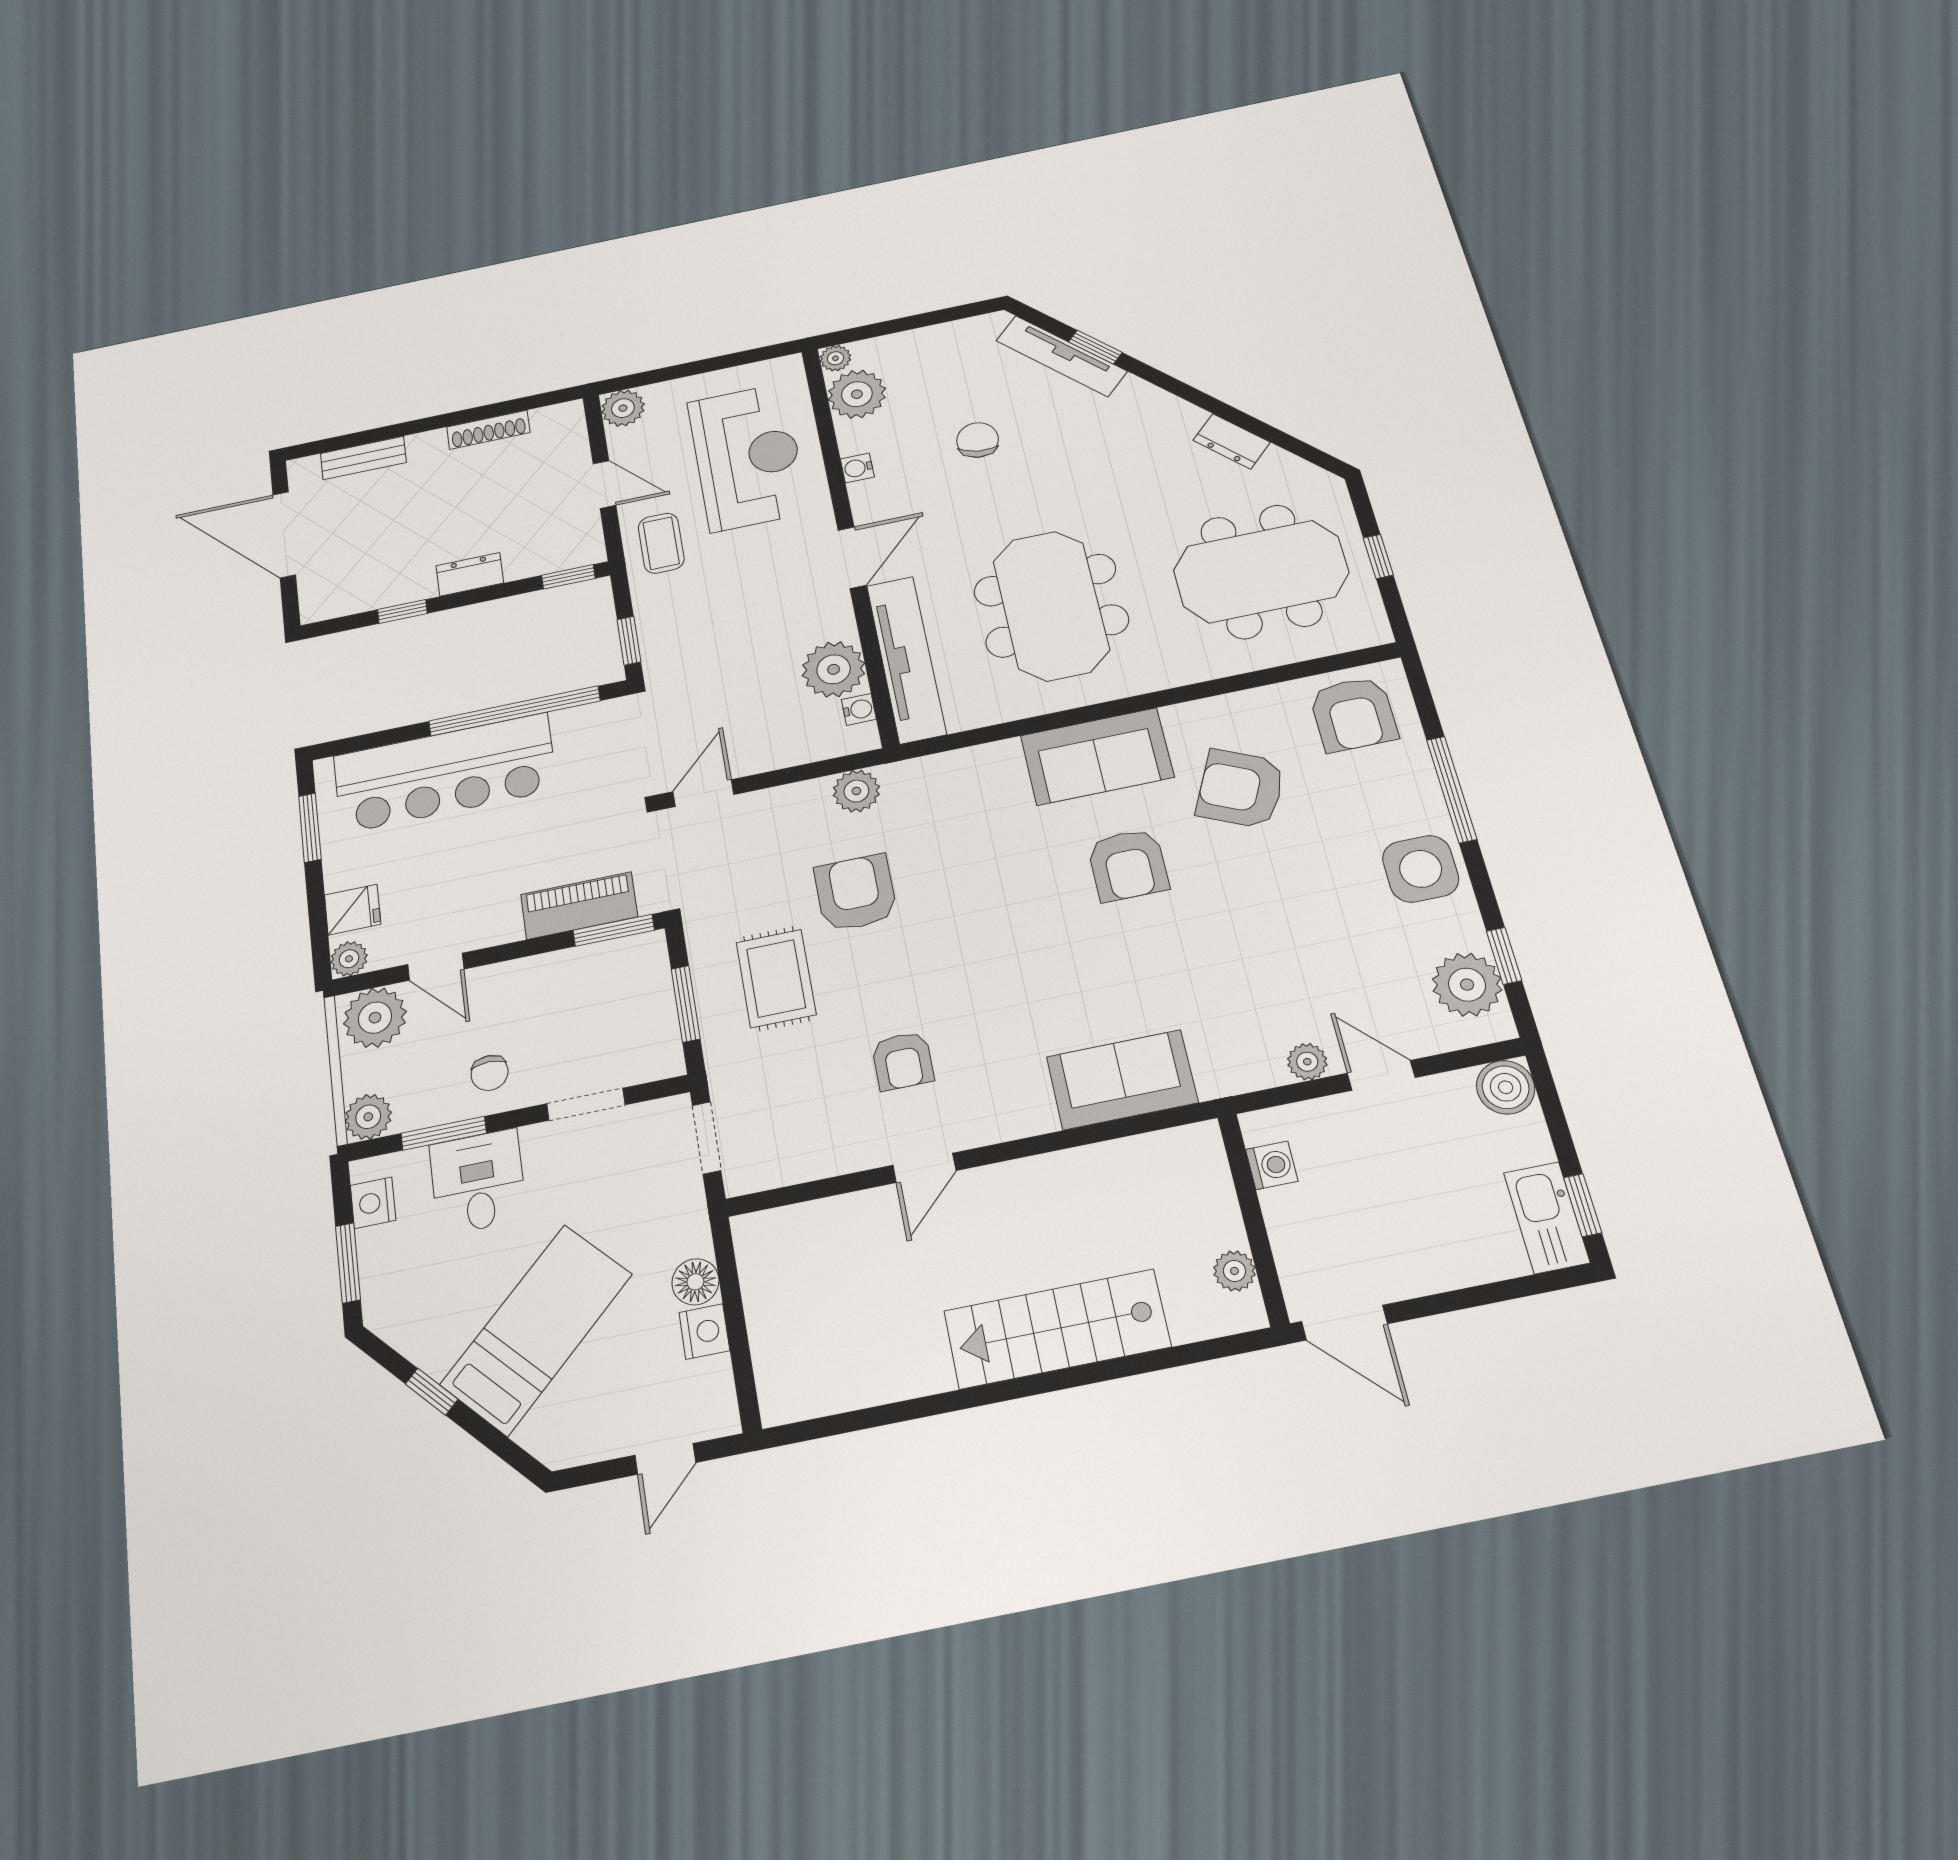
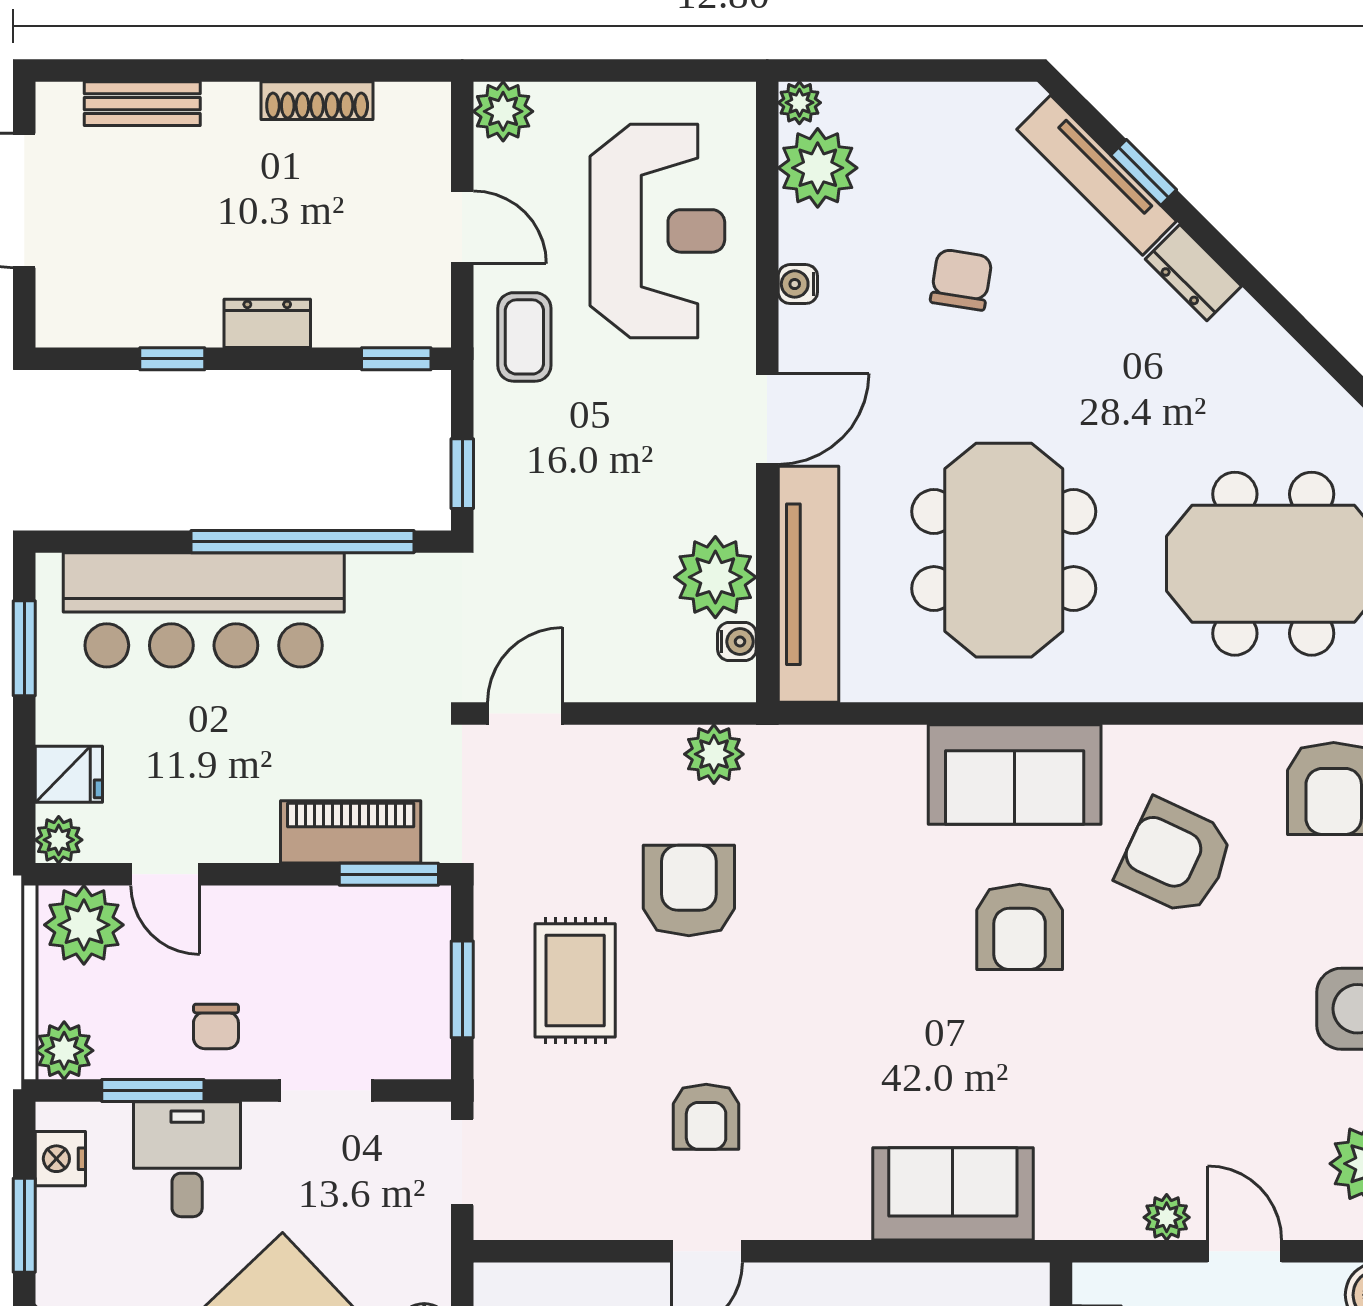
dresser: (1232, 441) -> (1193, 273), moved

